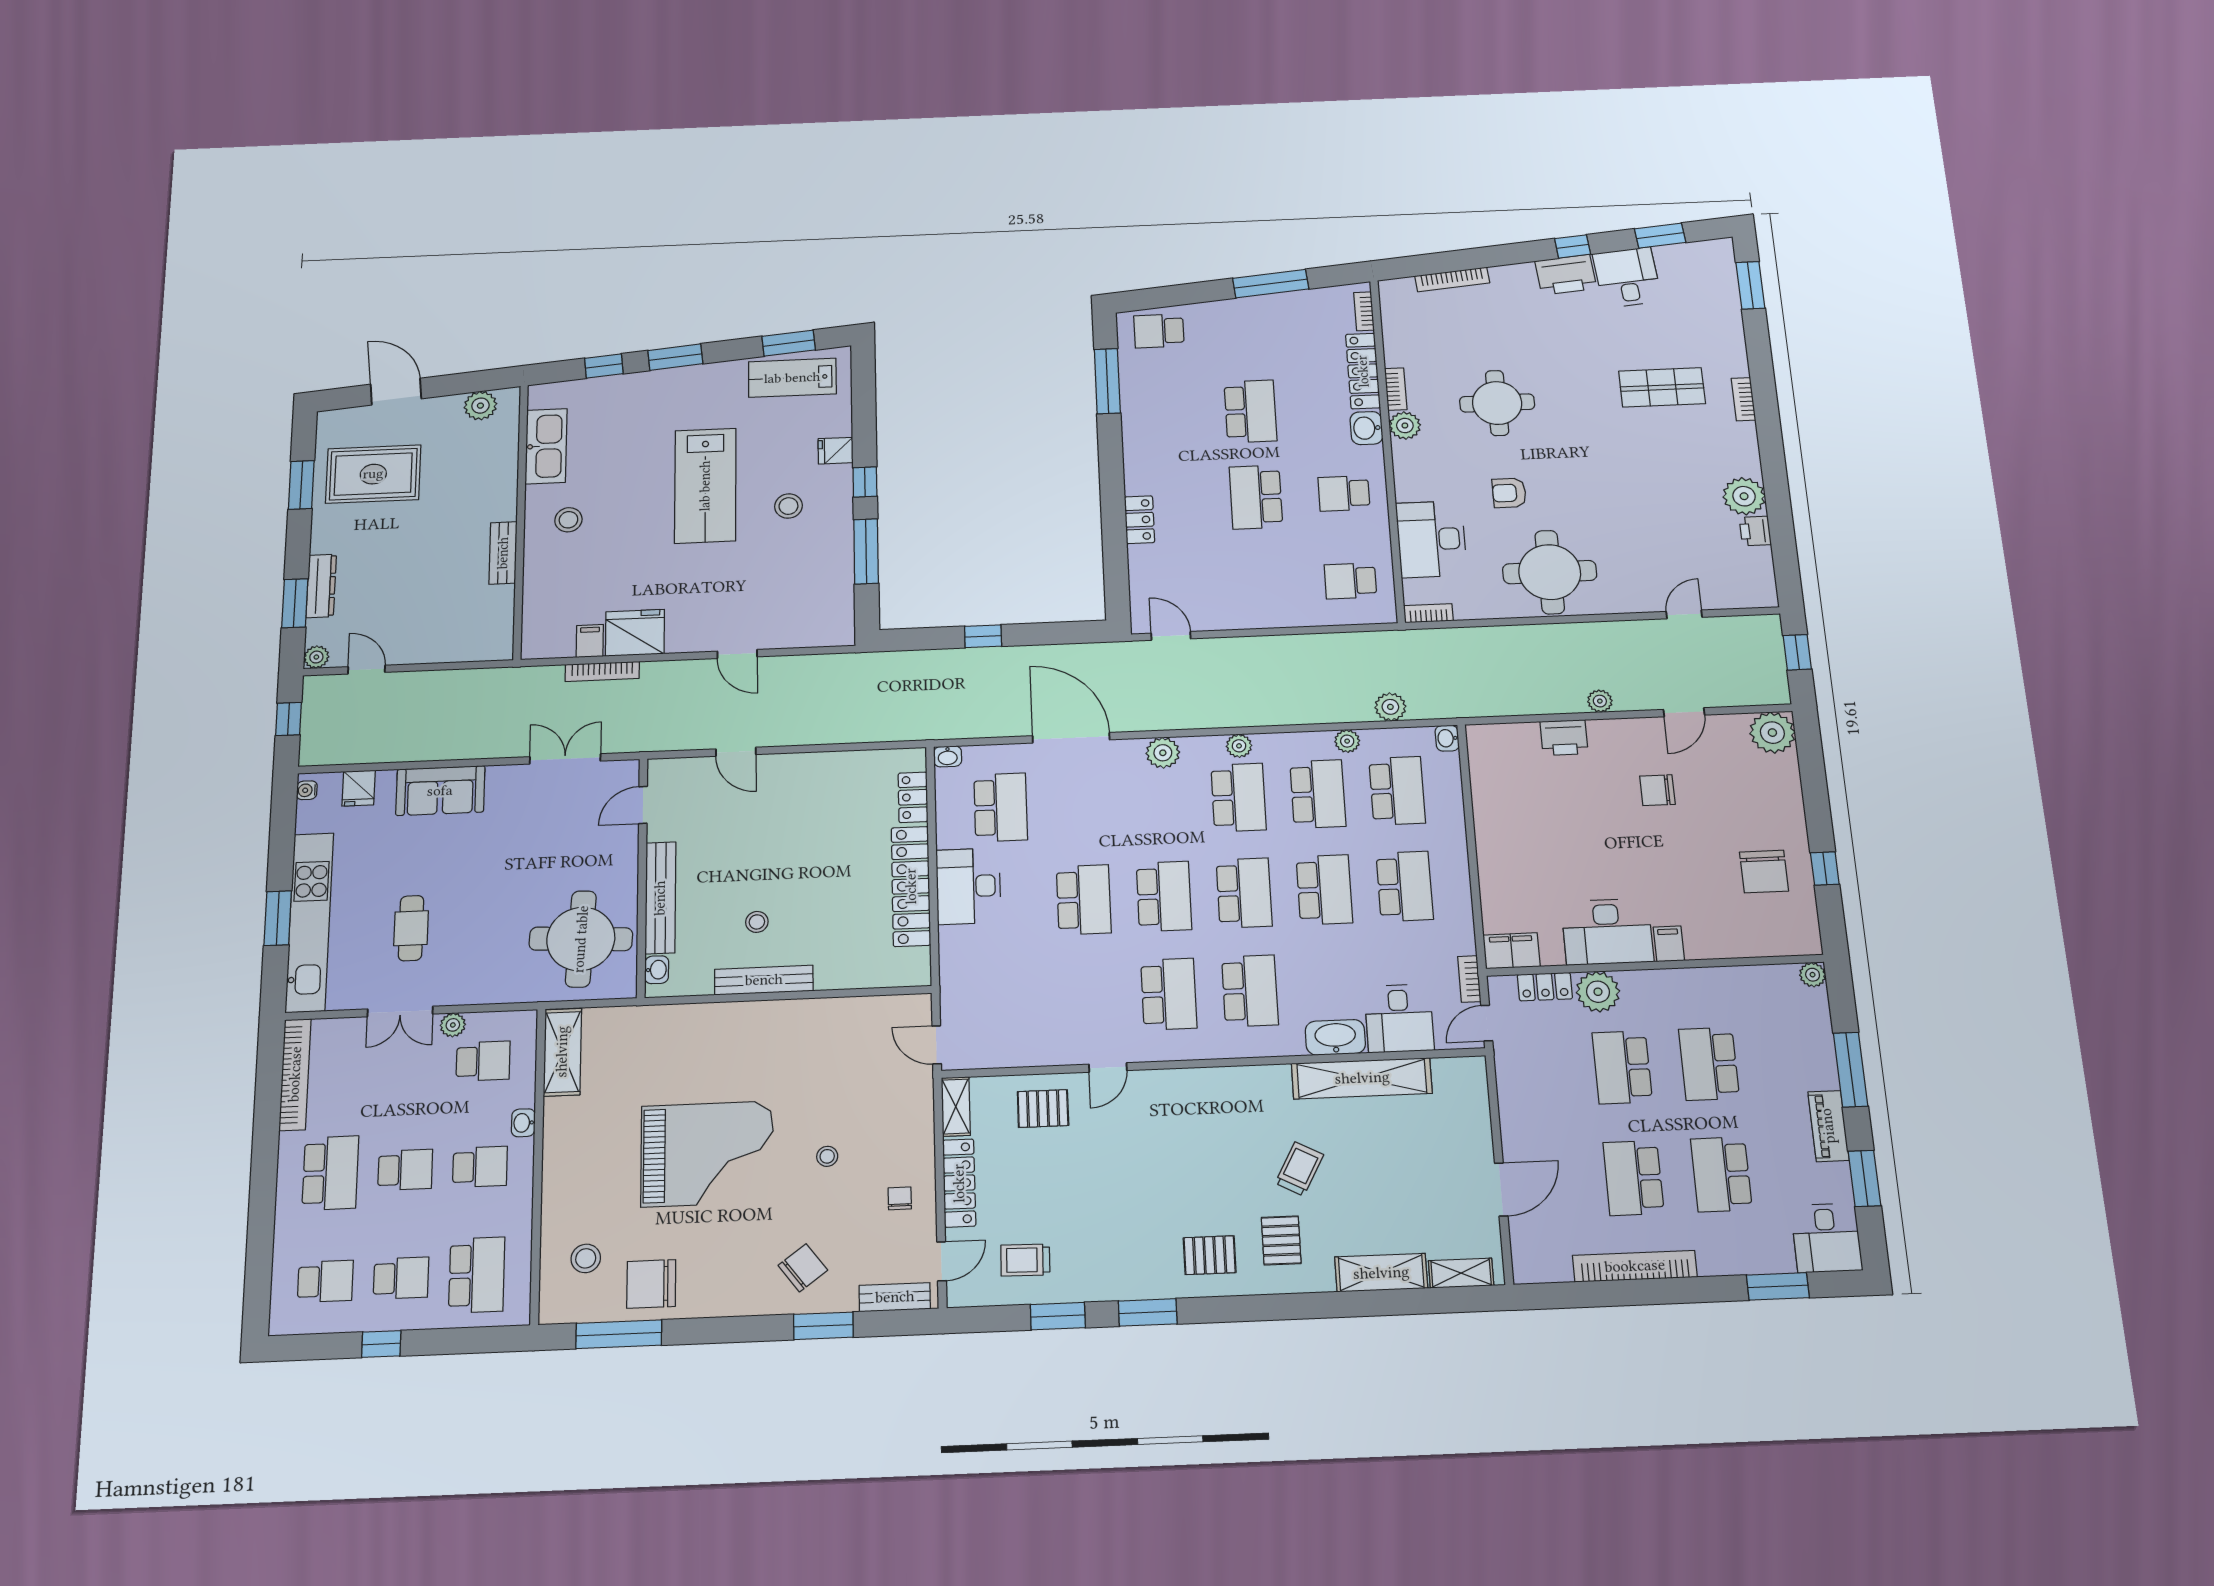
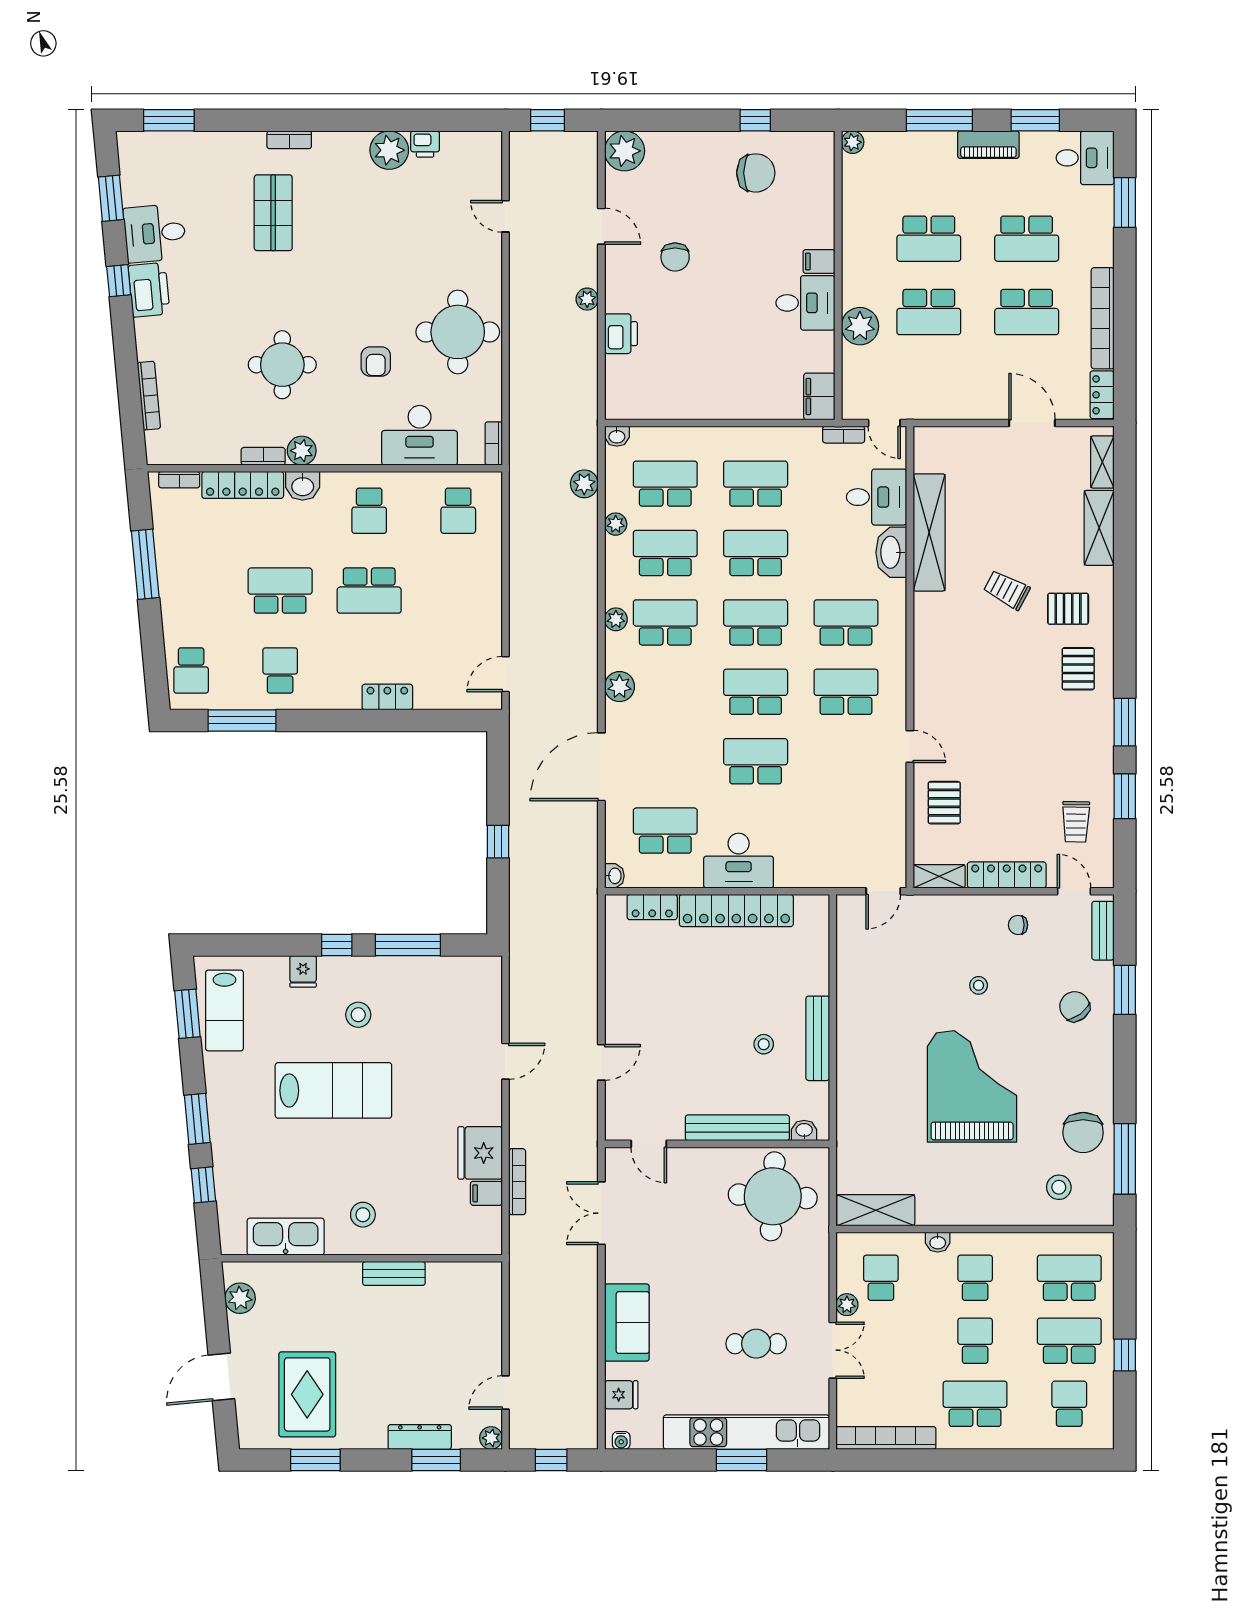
school desk: (1163, 415) -> (280, 670), added
desk: (1607, 932) -> (805, 303), width x0.73
locker: (1545, 987) -> (1102, 395), moved, turned 180
school desk: (401, 1278) -> (1069, 1341), width x1.85

